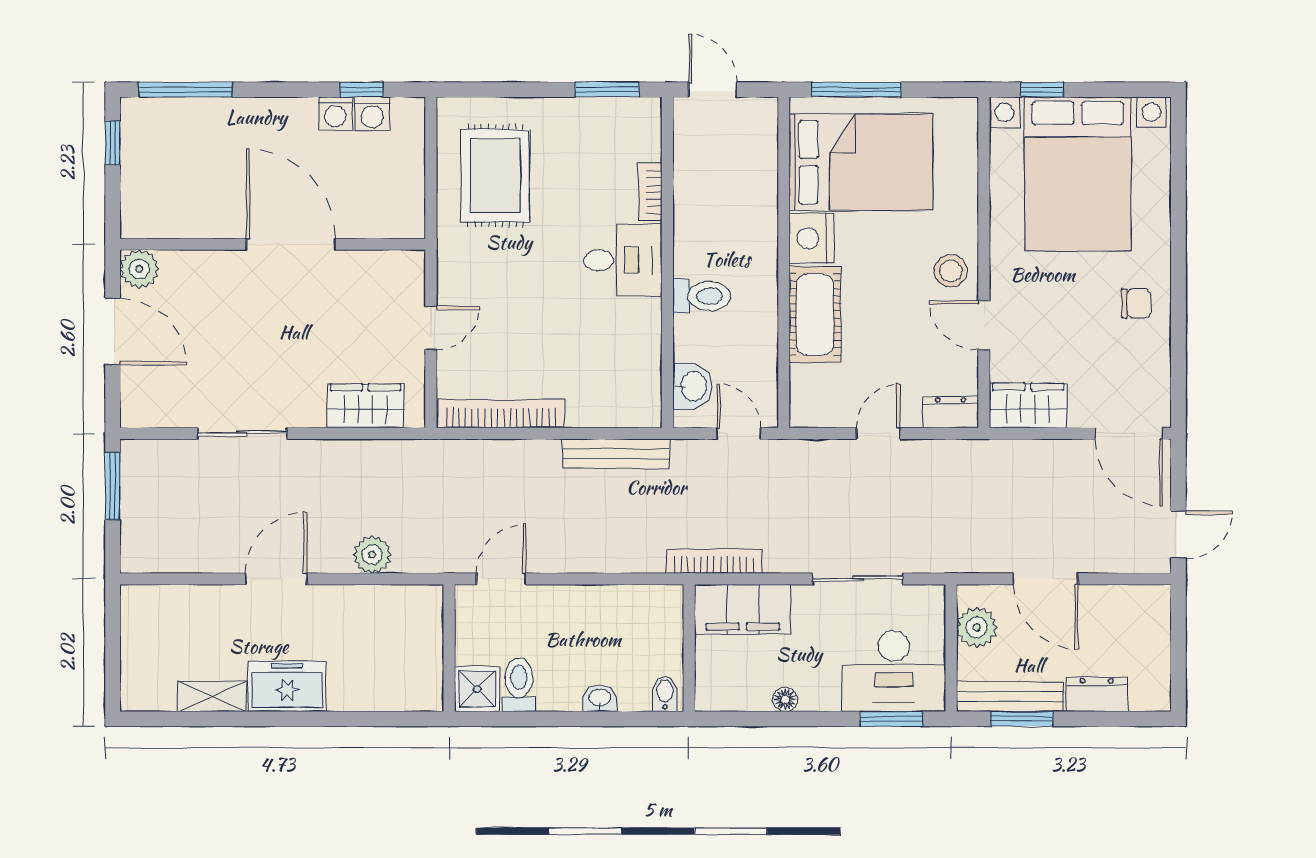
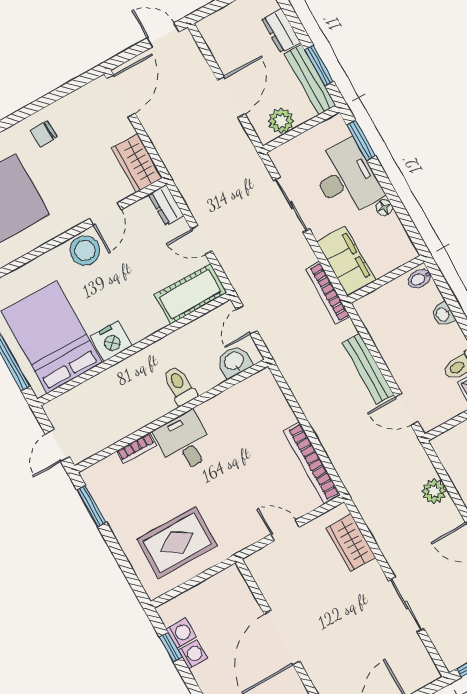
stool: (951, 271) -> (85, 251), width x1.38, depth x1.38
chair: (1136, 303) -> (44, 134), turned -92
cot: (815, 314) -> (190, 294), moved
bench: (616, 454) -> (368, 369), moved
desk: (894, 671) -> (346, 178), moved

